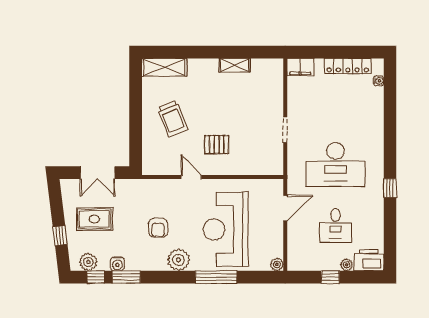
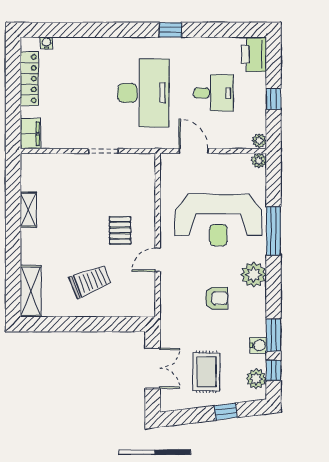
plant: (347, 265) -> (259, 141), moved

